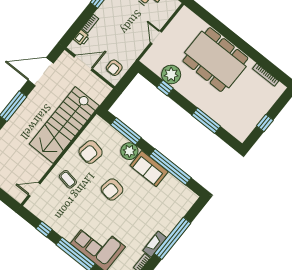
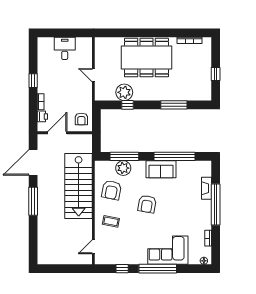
plant: (129, 151) -> (123, 168), moved
fireplace: (155, 244) -> (207, 188), moved

